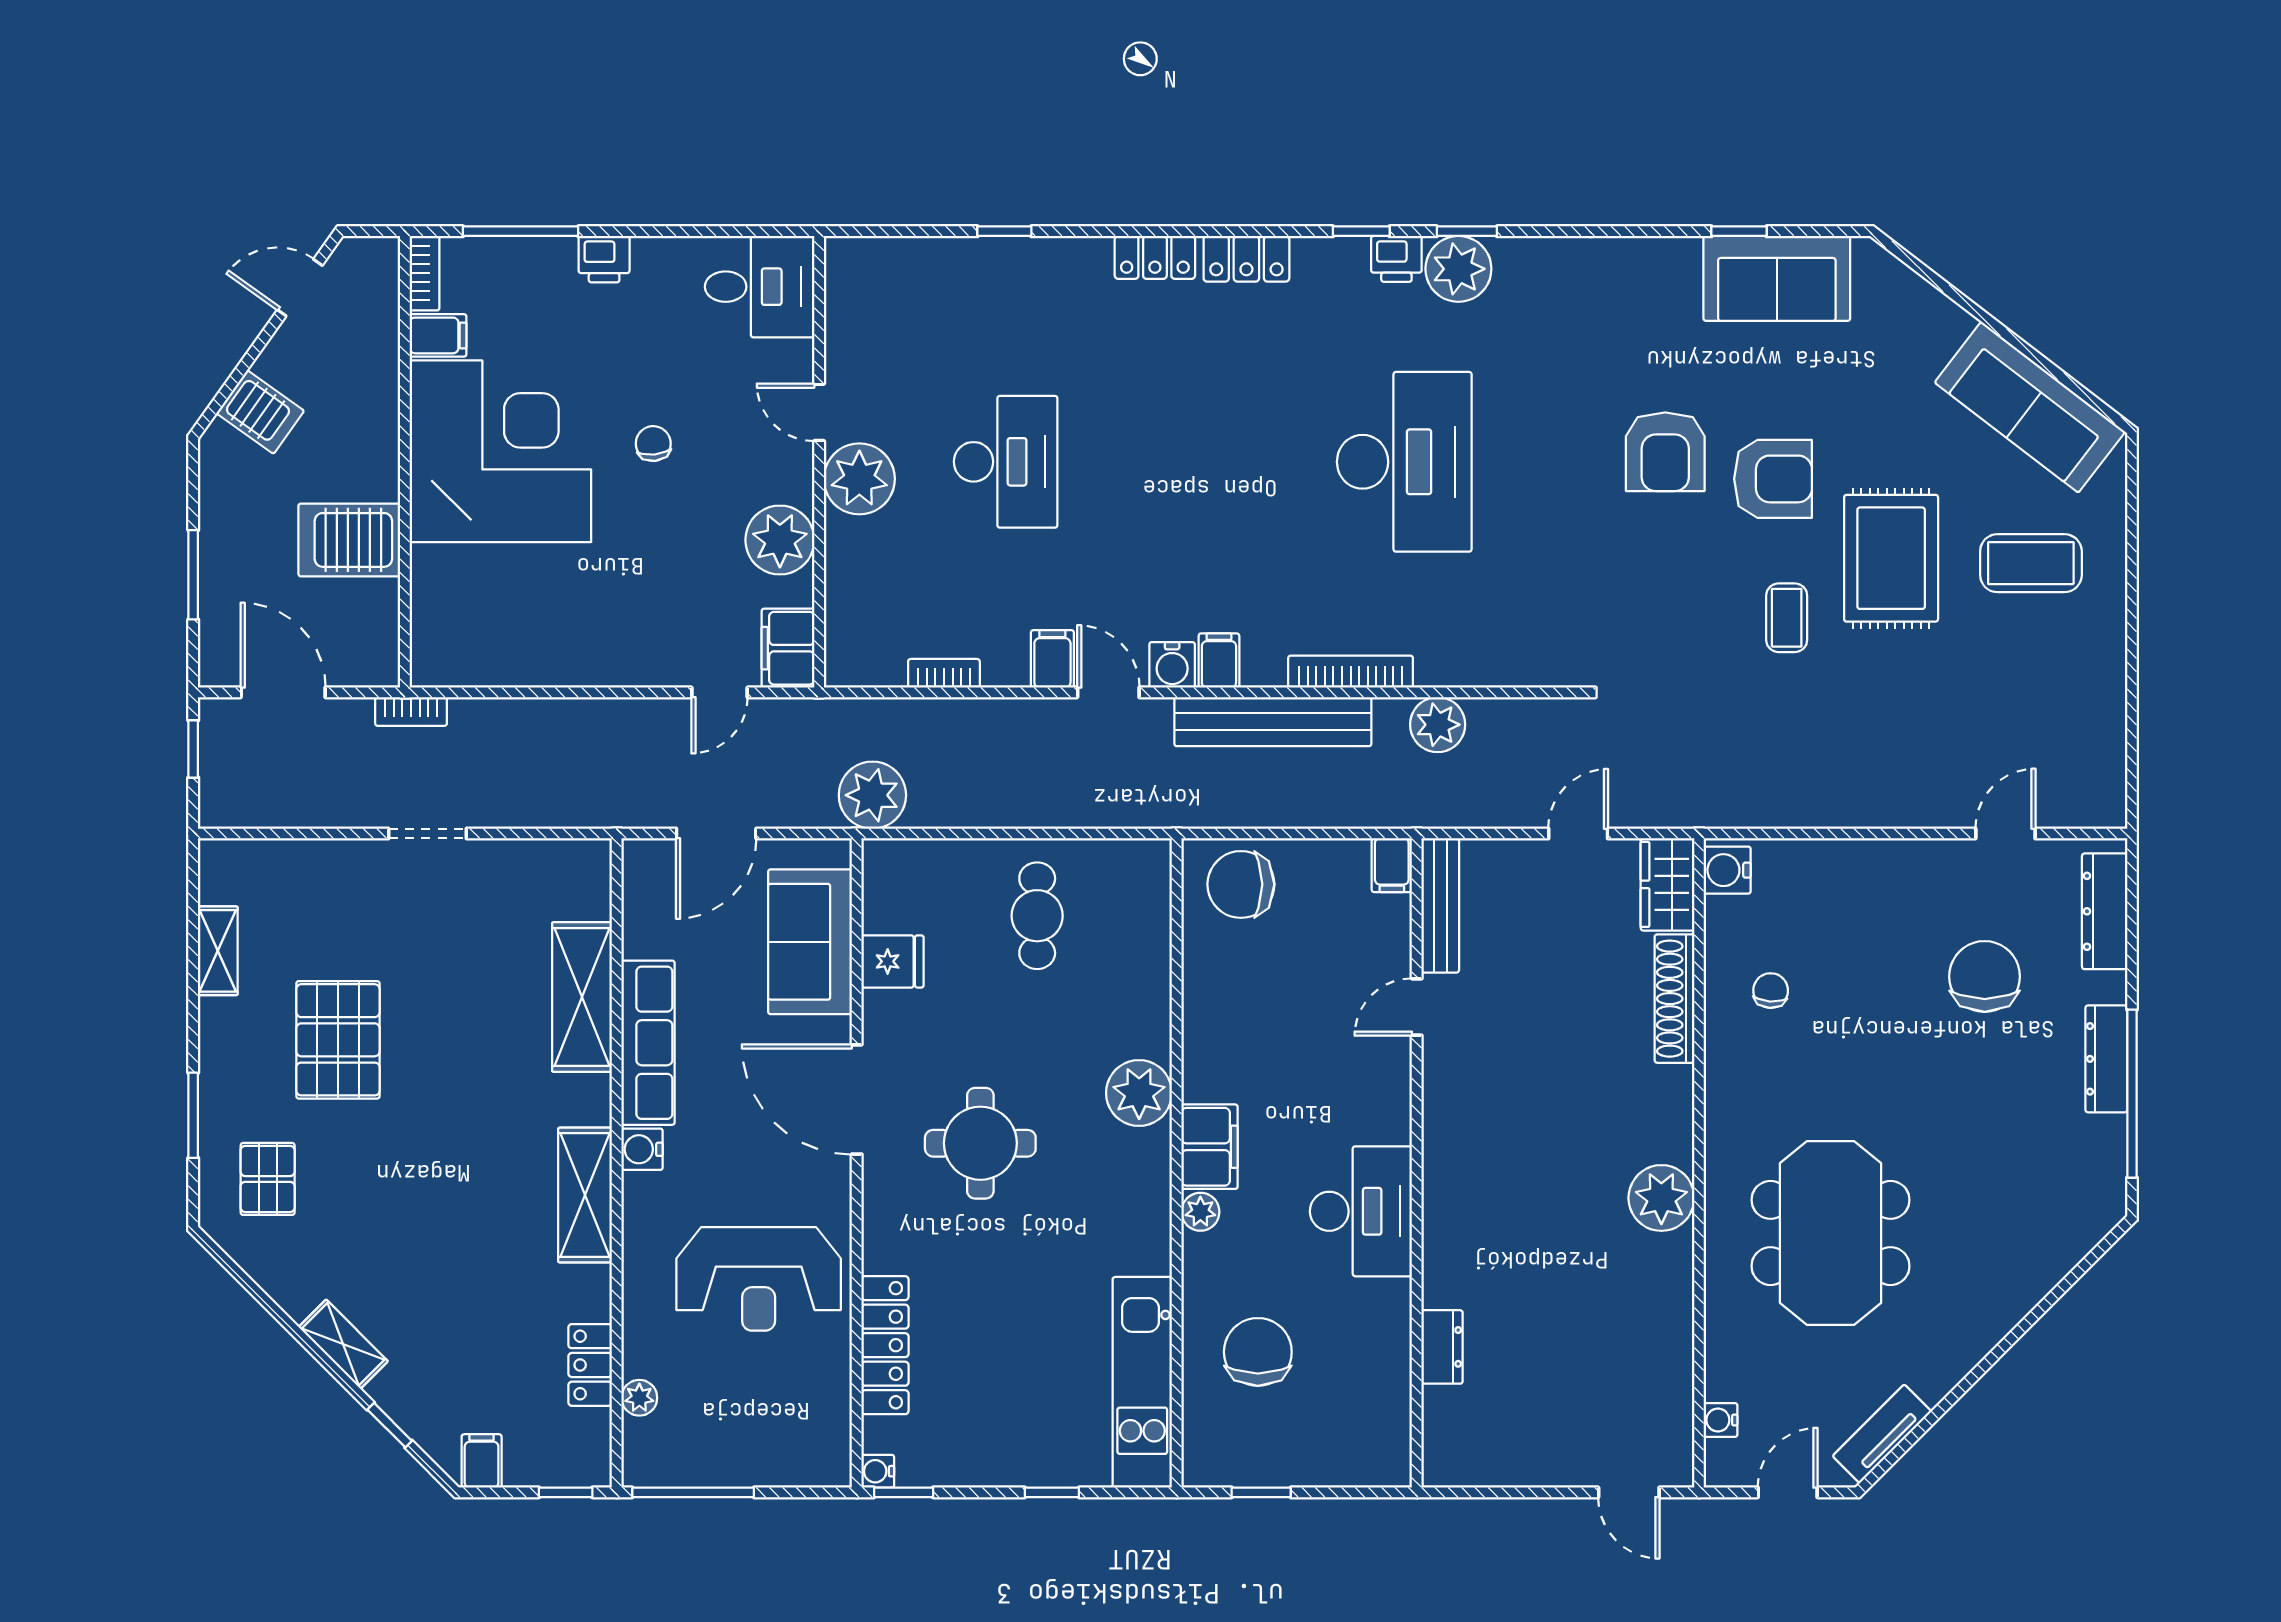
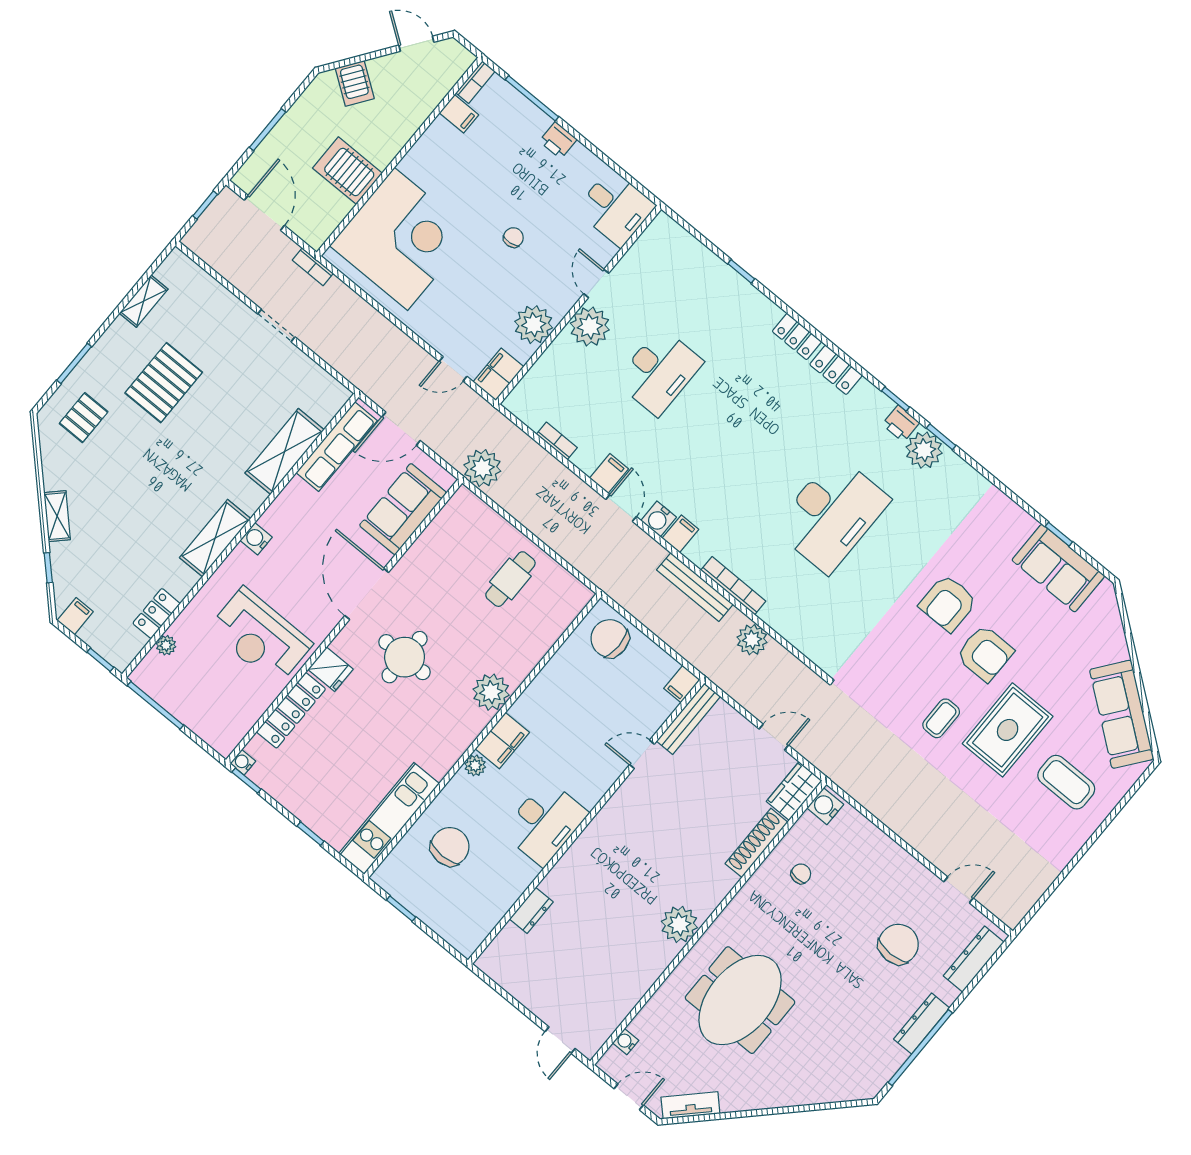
corner desk: (500, 451) -> (401, 239), moved
bench: (1273, 722) -> (695, 587), width x0.73, depth x0.82
fridge: (893, 961) -> (331, 669), moved
row of seats: (648, 1043) -> (337, 447), moved

